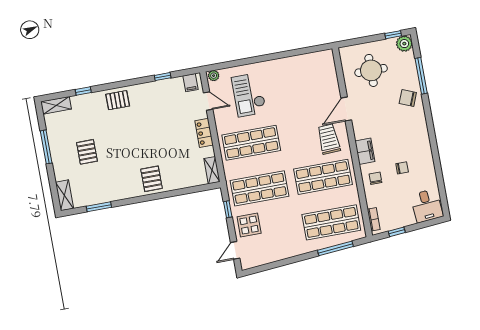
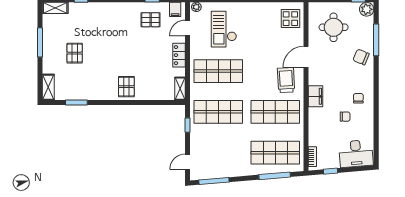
pallet: (118, 100) -> (151, 20), moved
door: (208, 101) -> (188, 28), swing flipped
chair: (375, 178) -> (358, 98), moved
desk: (427, 206) -> (356, 154), width x1.37
display table: (249, 225) -> (290, 19), moved
window: (269, 266) -> (214, 181), added

